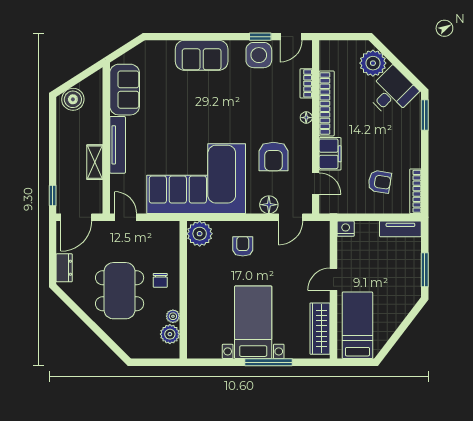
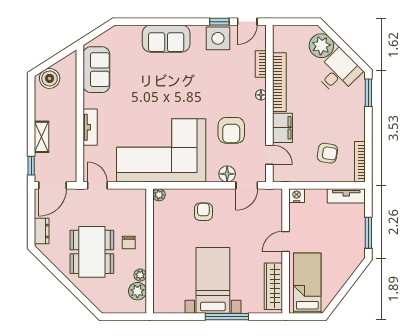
tv unit: (118, 145) -> (90, 127), width x0.71
shelving: (95, 162) -> (42, 137), moved
plant: (200, 234) -> (159, 195), width x0.53, depth x0.53

